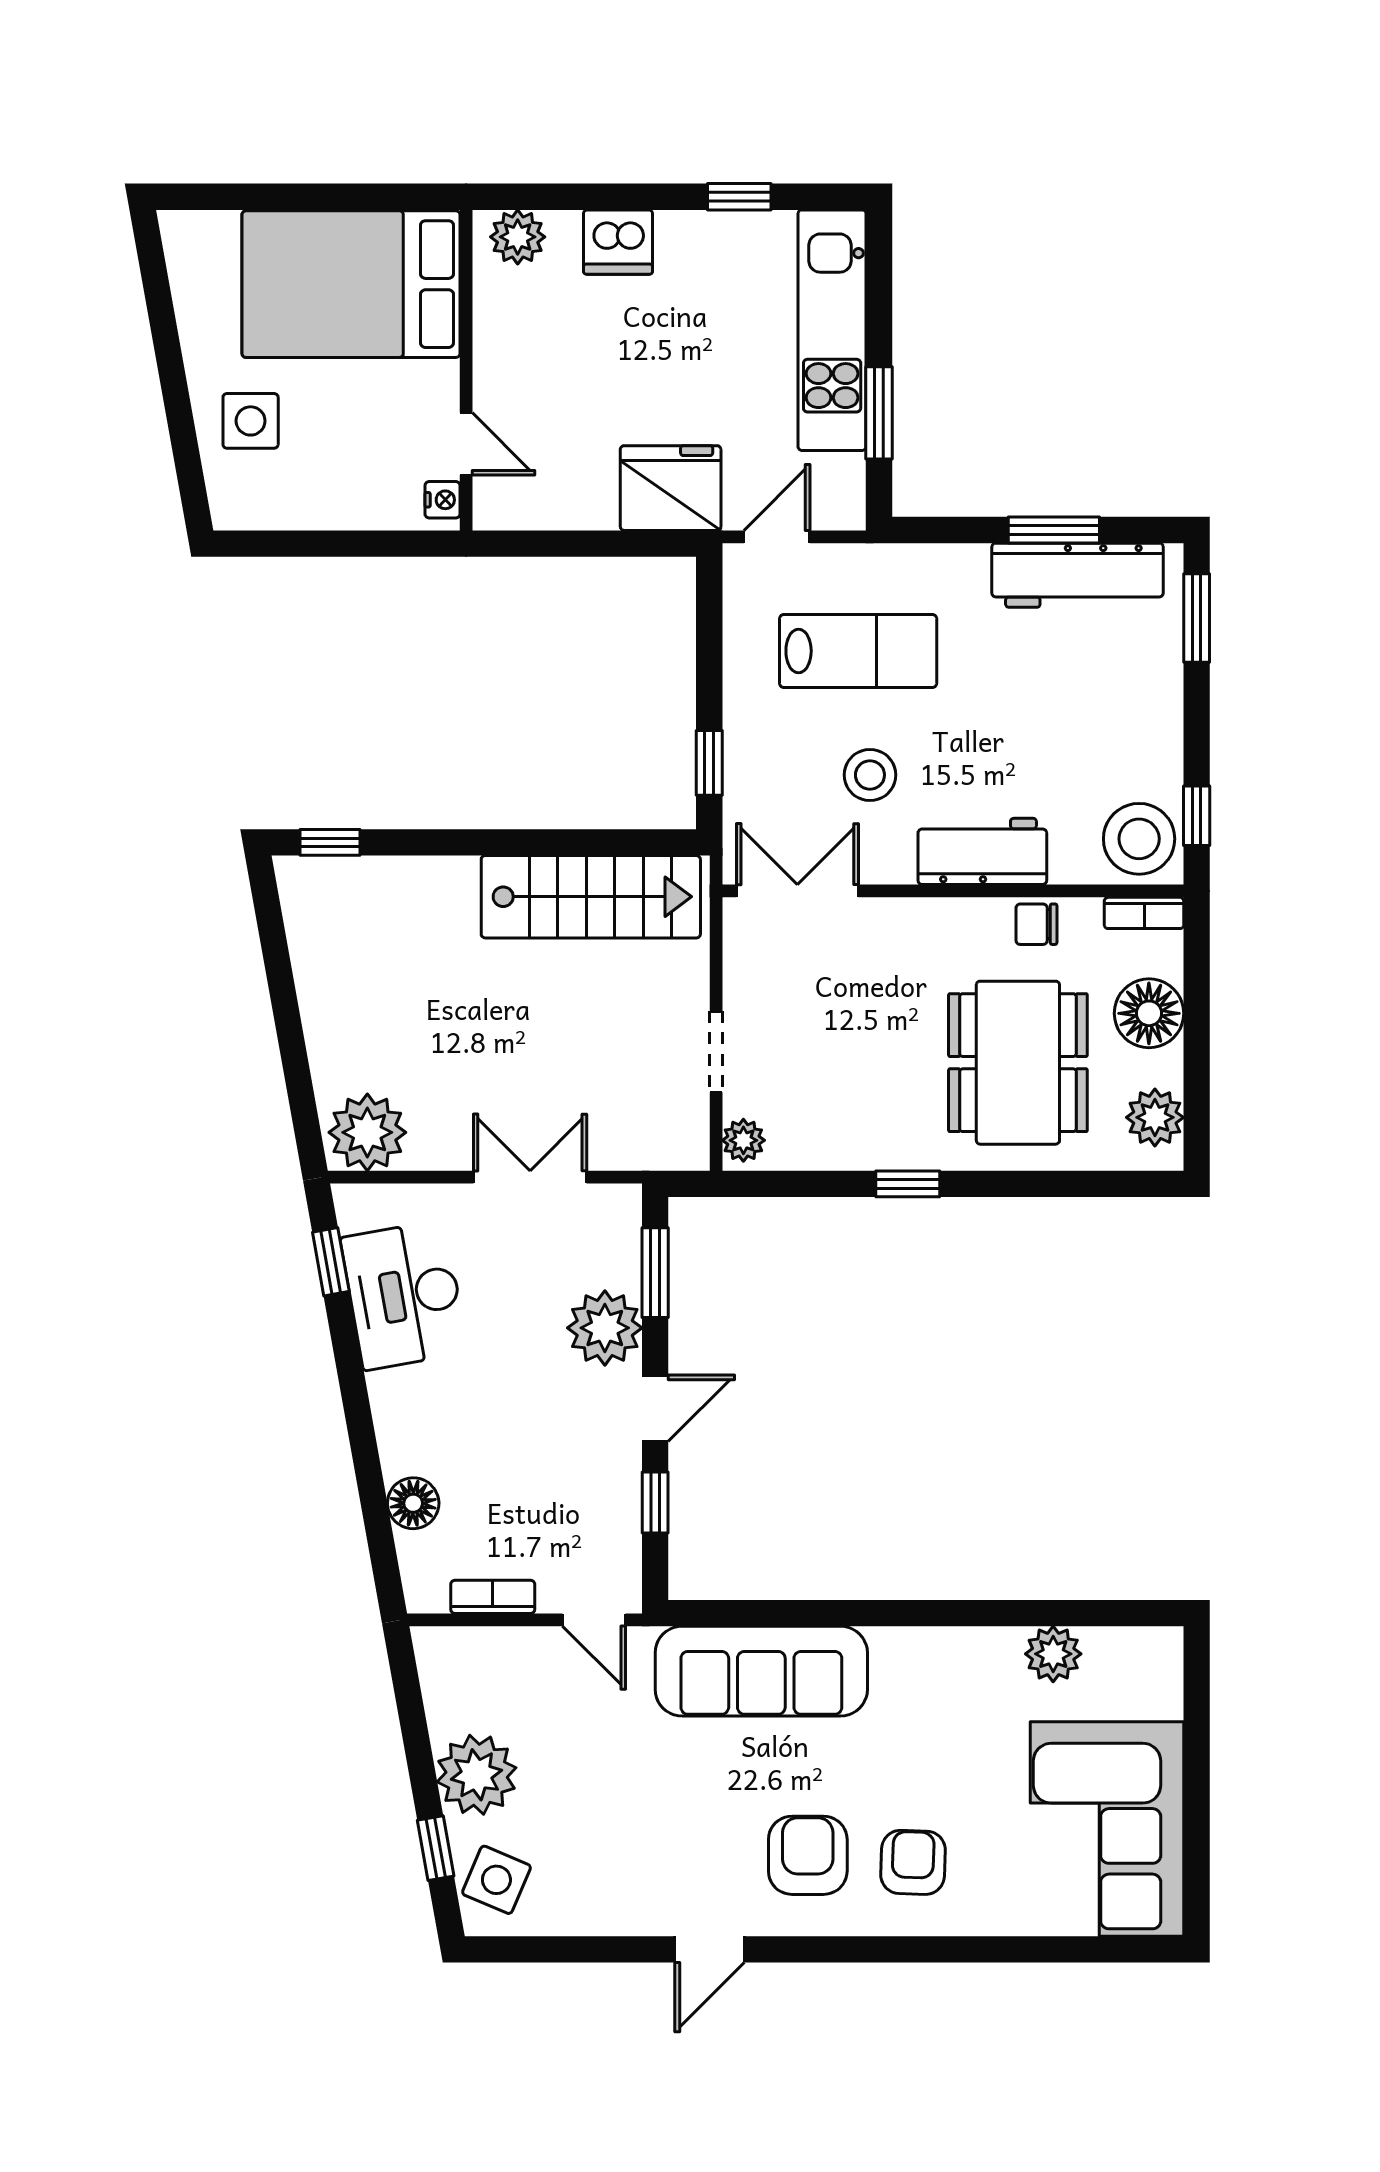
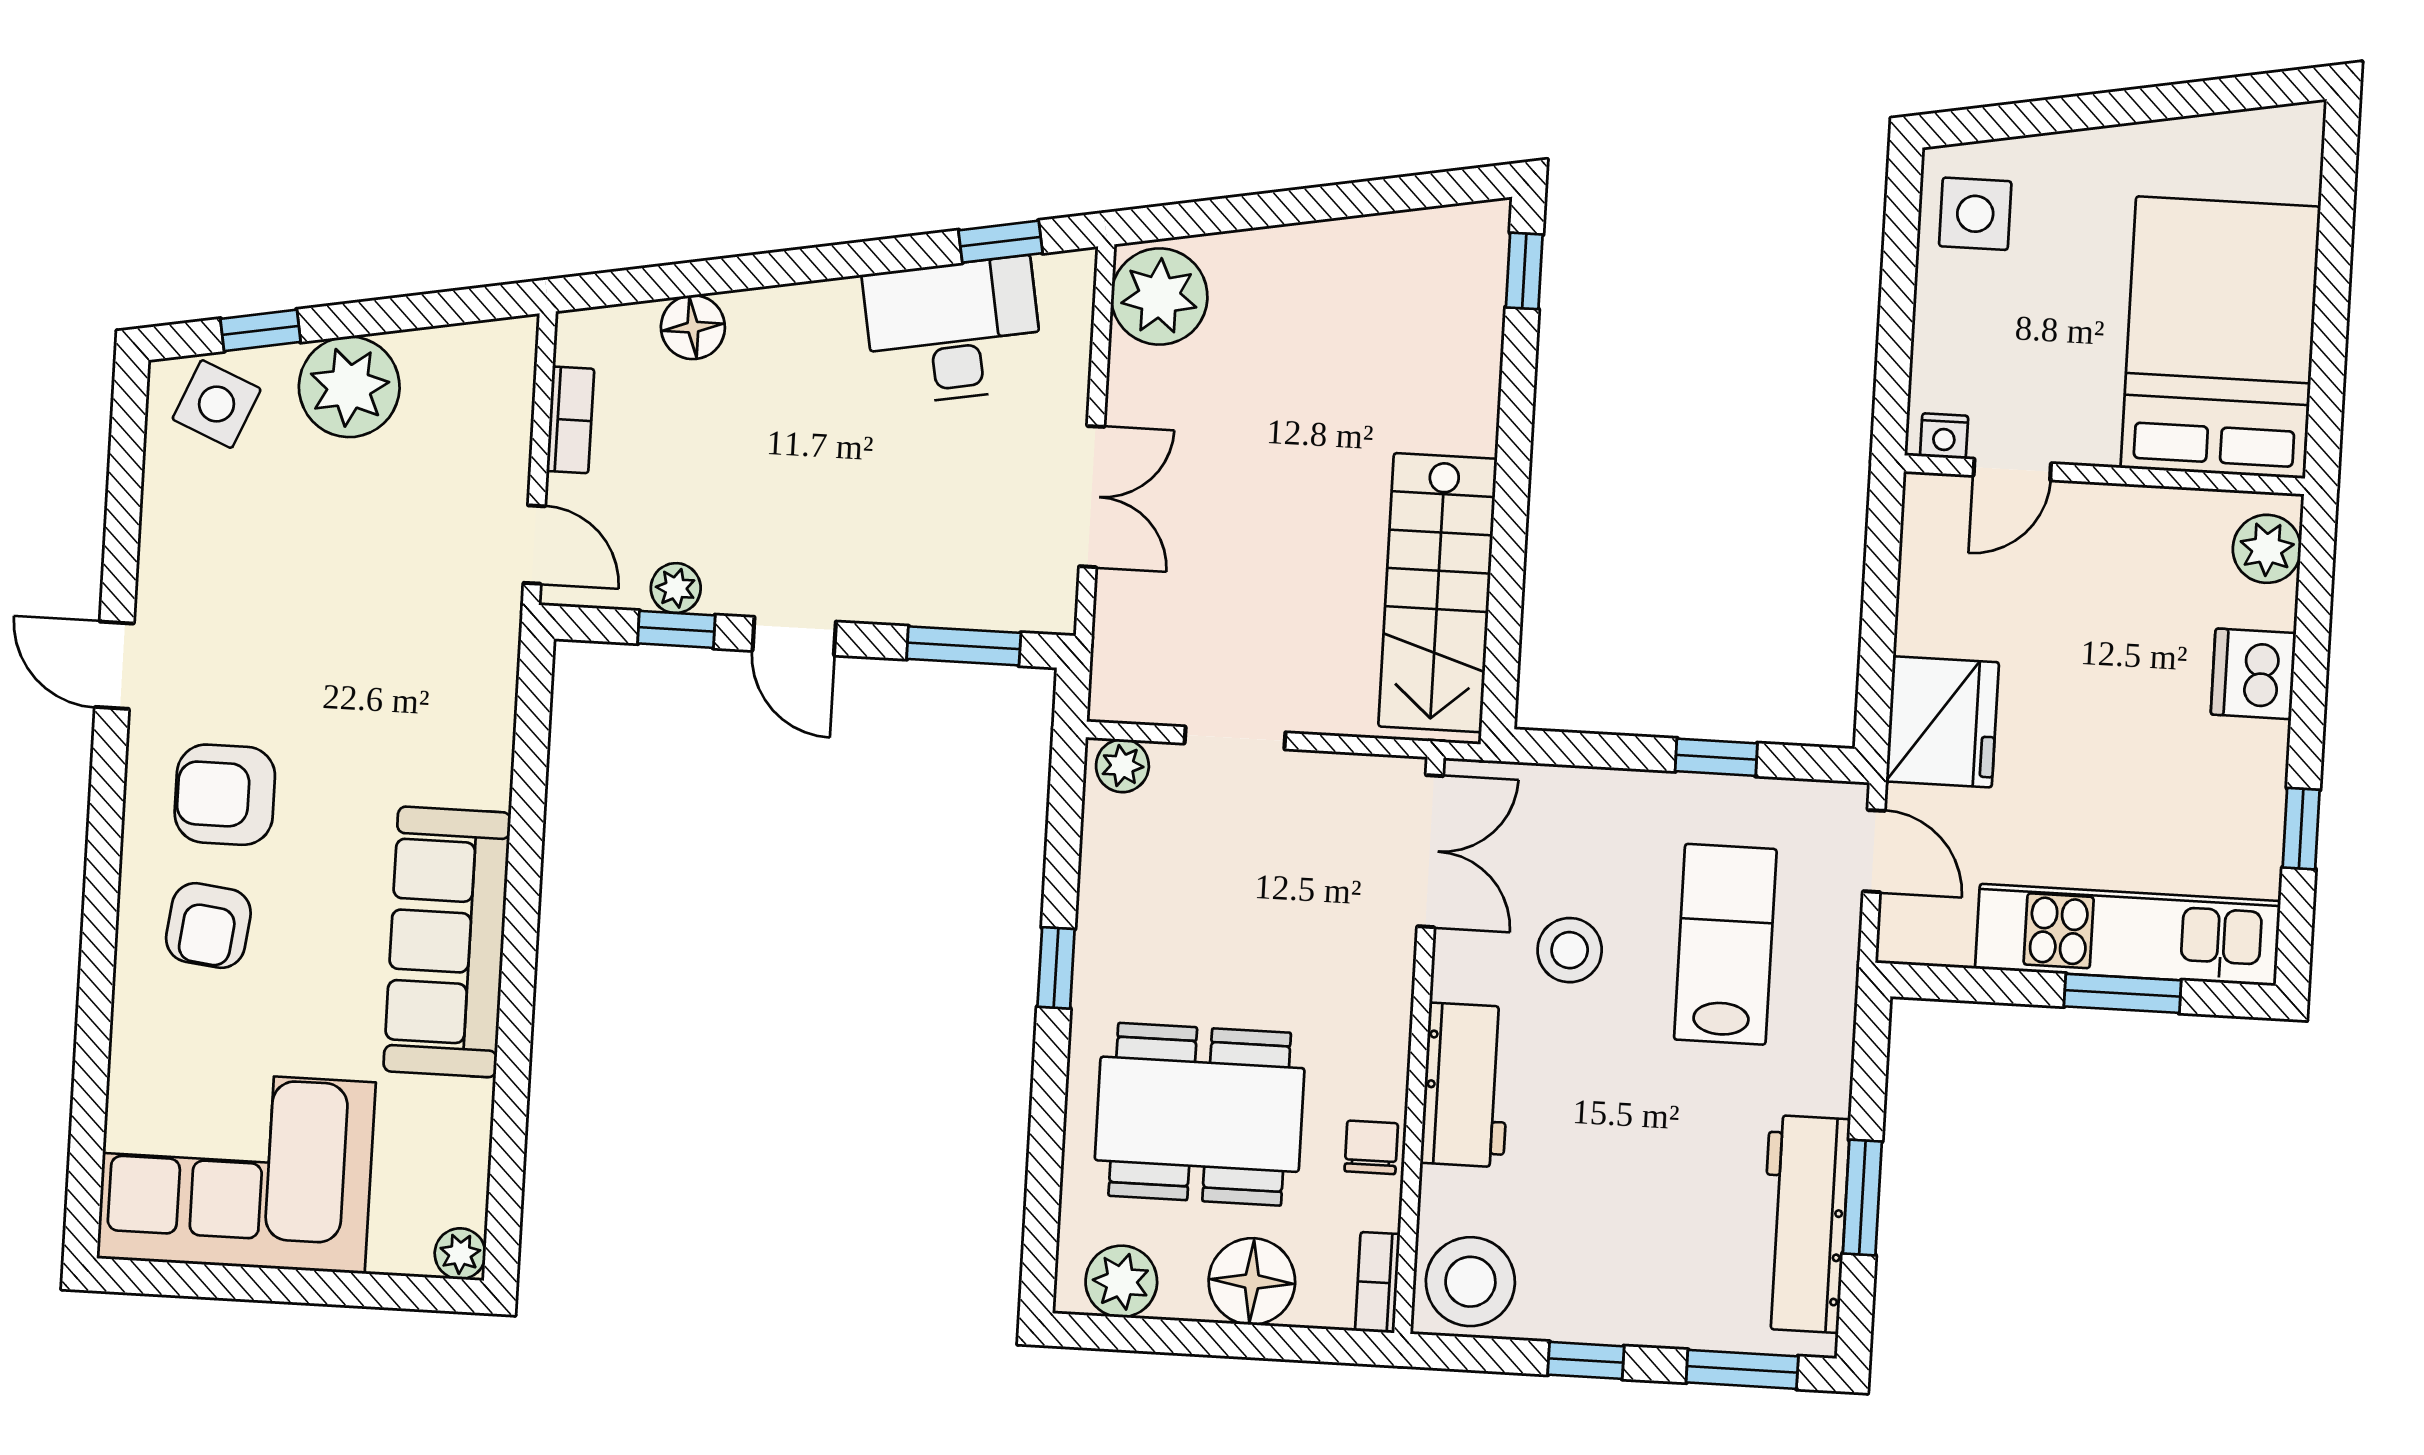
window: (879, 413) -> (2123, 993), moved
side table: (251, 421) -> (1975, 214), moved
lab bench: (858, 651) -> (1725, 944), turned 180
window: (709, 763) -> (1716, 757), moved
window: (1197, 816) -> (1586, 1360), moved
plant: (605, 1328) -> (676, 588), moved, width x0.53, depth x0.53
door: (594, 1620) -> (534, 545), swing flipped
plant: (1053, 1654) -> (460, 1254), moved, width x0.73, depth x0.73
sofa: (761, 1671) -> (447, 942), moved
armchair: (808, 1855) -> (225, 795), turned 180
armchair: (913, 1862) -> (208, 926), turned 95

